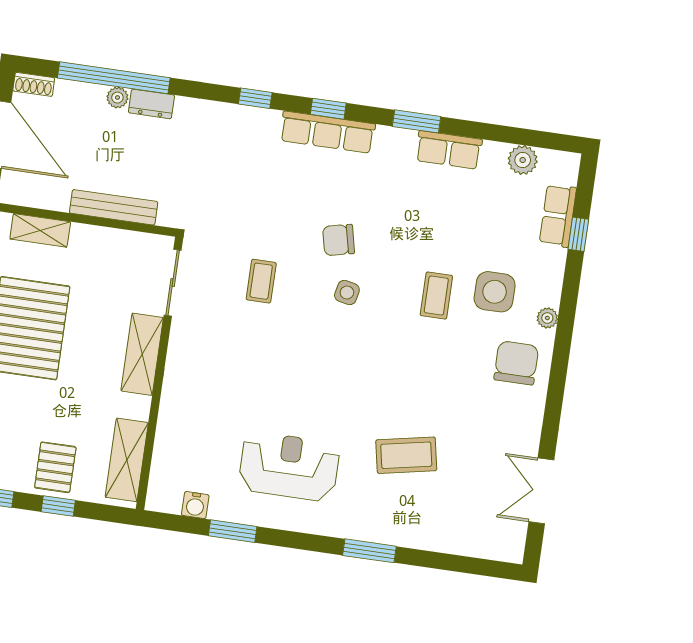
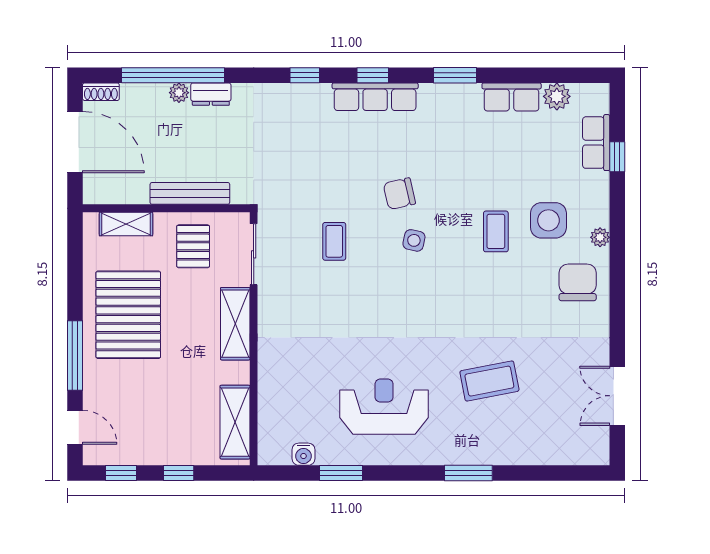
row of seats: (449, 150) -> (512, 97), moved
pallet: (55, 467) -> (193, 246), moved

